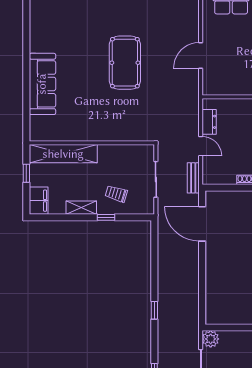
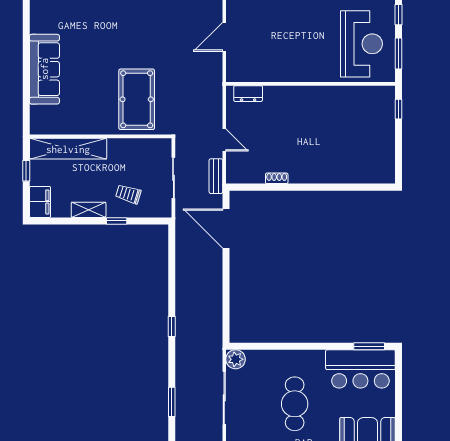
pool table: (125, 63) -> (137, 99), moved
dresser: (209, 122) -> (248, 94), moved, turned 90

